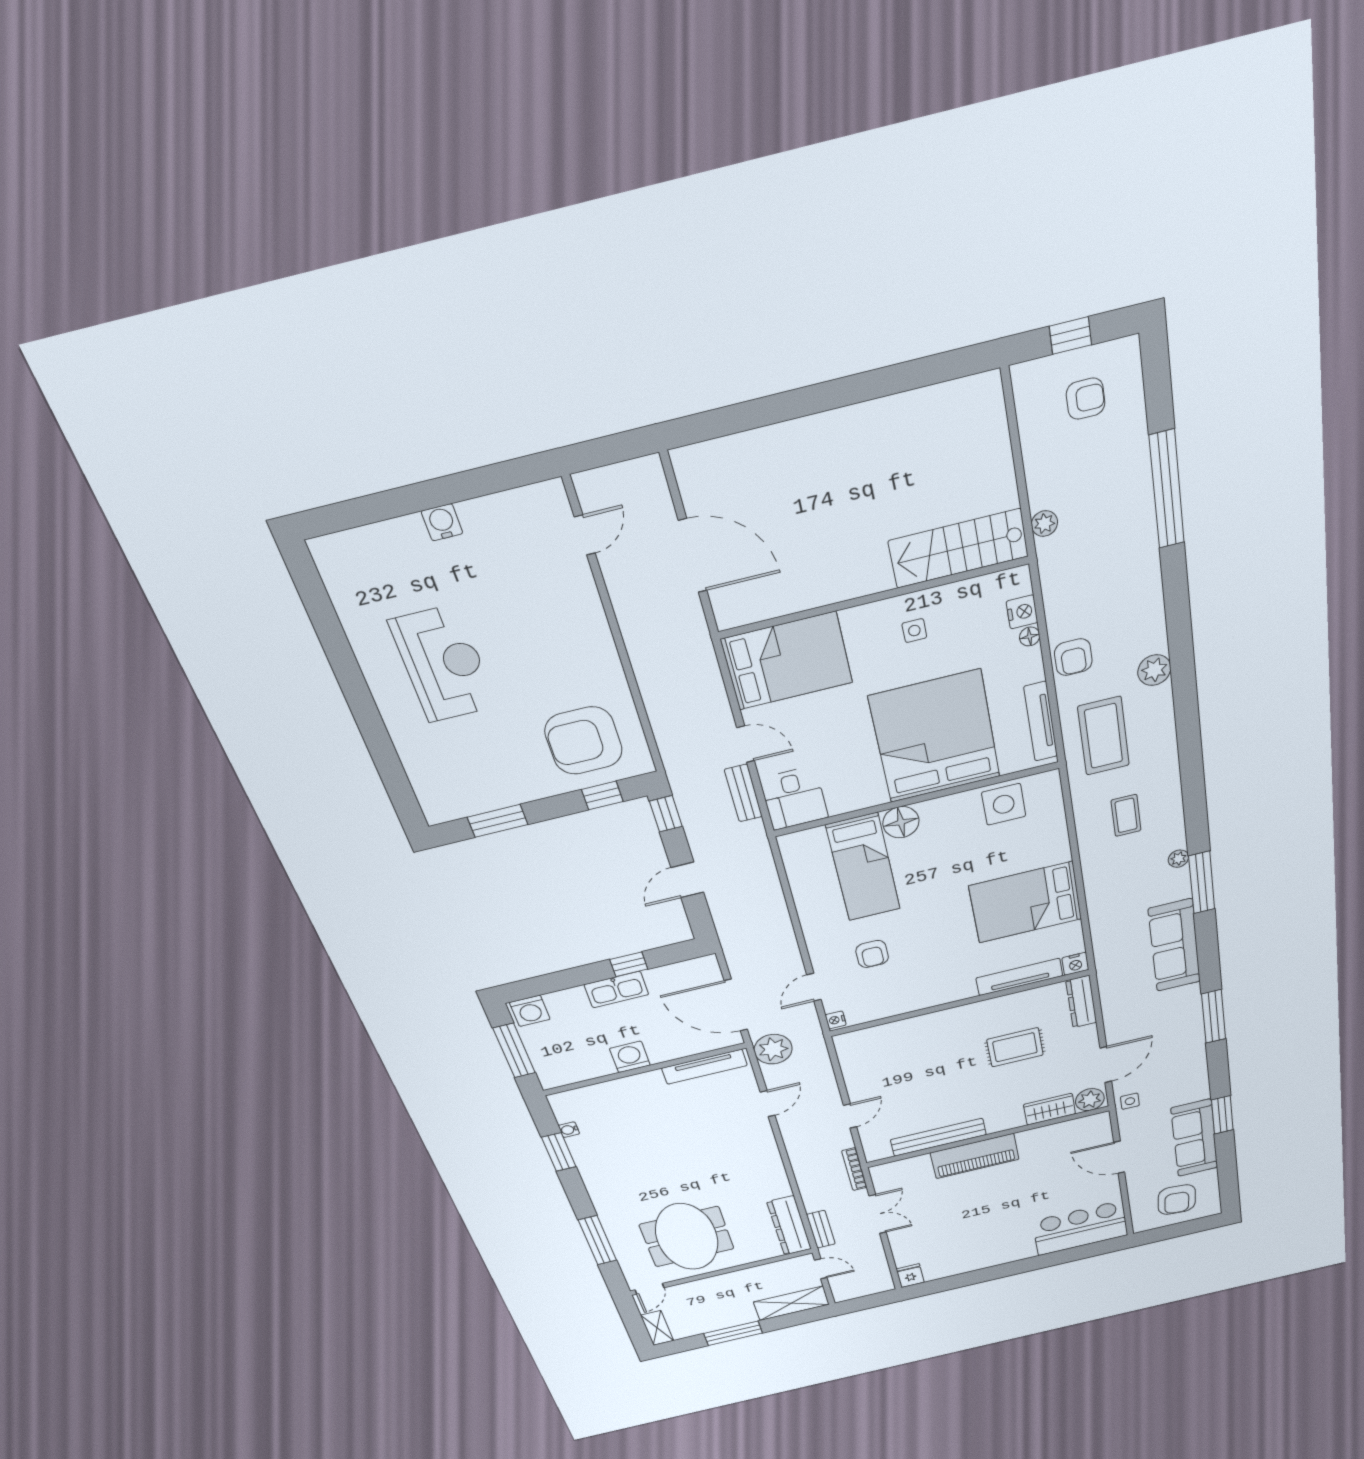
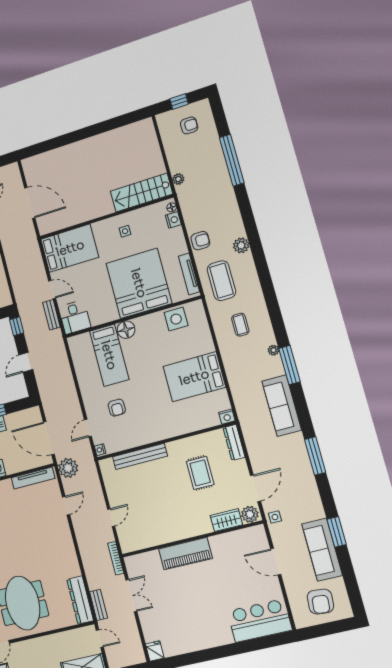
floor lamp: (1030, 636) -> (172, 207), moved
armchair: (1073, 657) -> (200, 241), turned -90
tv unit: (1019, 977) -> (197, 424), removed
rug: (1015, 1047) -> (200, 473), turned 90
bench: (938, 1137) -> (140, 456), moved

